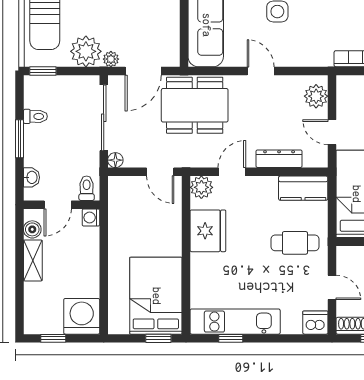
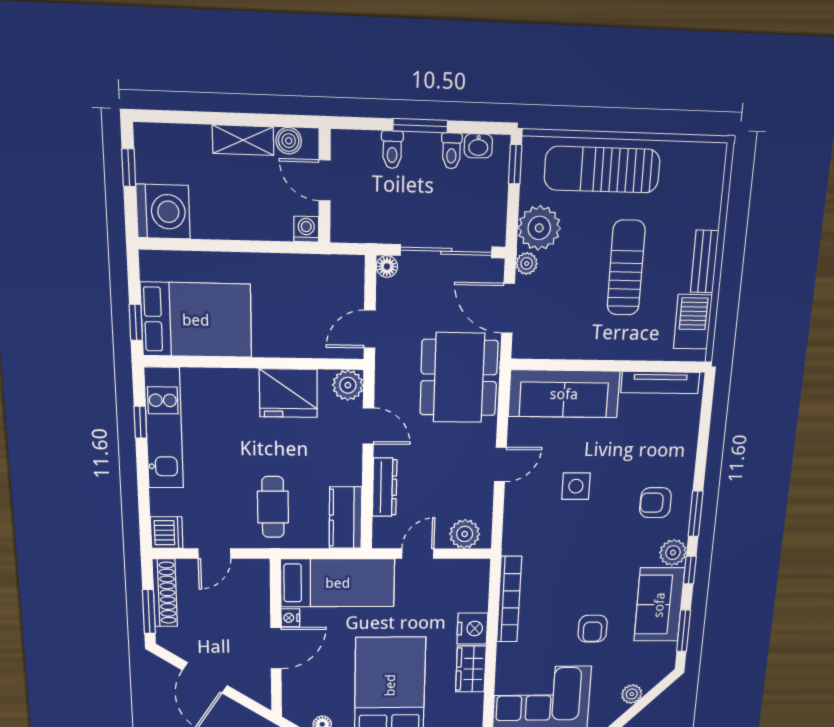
washbasin: (31, 177) -> (478, 146), moved
toilet: (87, 188) -> (392, 150), moved, turned 90

